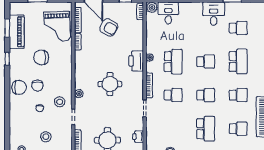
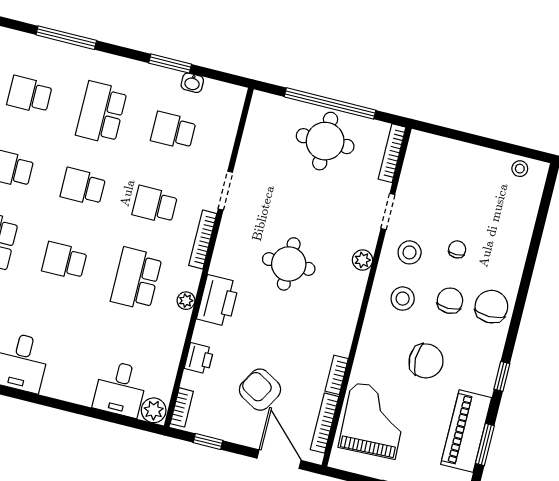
chair: (19, 87) -> (491, 307), turned 90
school desk: (173, 129) -> (173, 130), added
stool: (46, 137) -> (403, 299), moved
printer: (138, 137) -> (199, 358), moved

